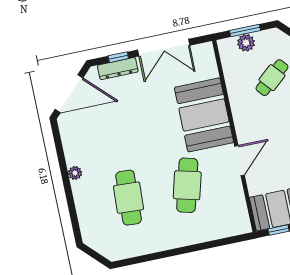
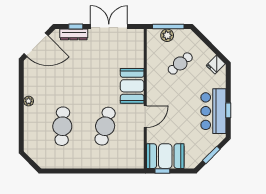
window: (245, 30) -> (168, 27), width x1.44
double door: (164, 48) -> (109, 27), swing flipped
booth: (204, 115) -> (132, 86), width x0.73, depth x0.70

